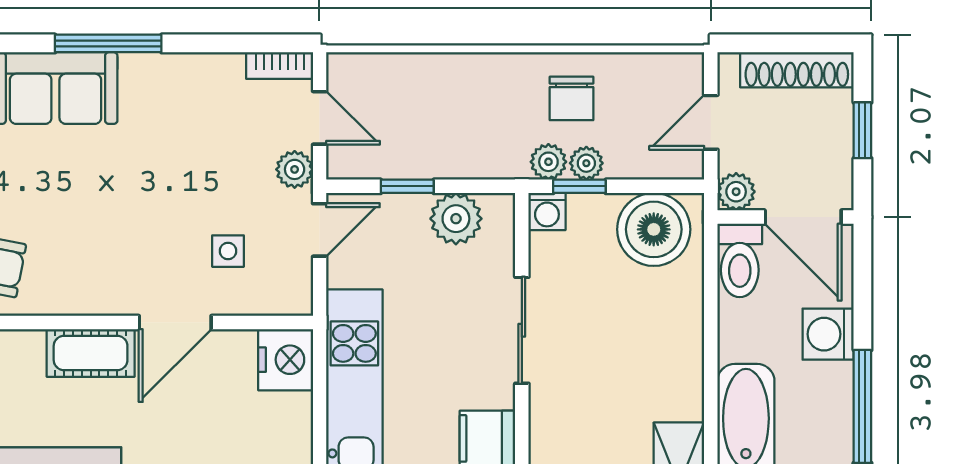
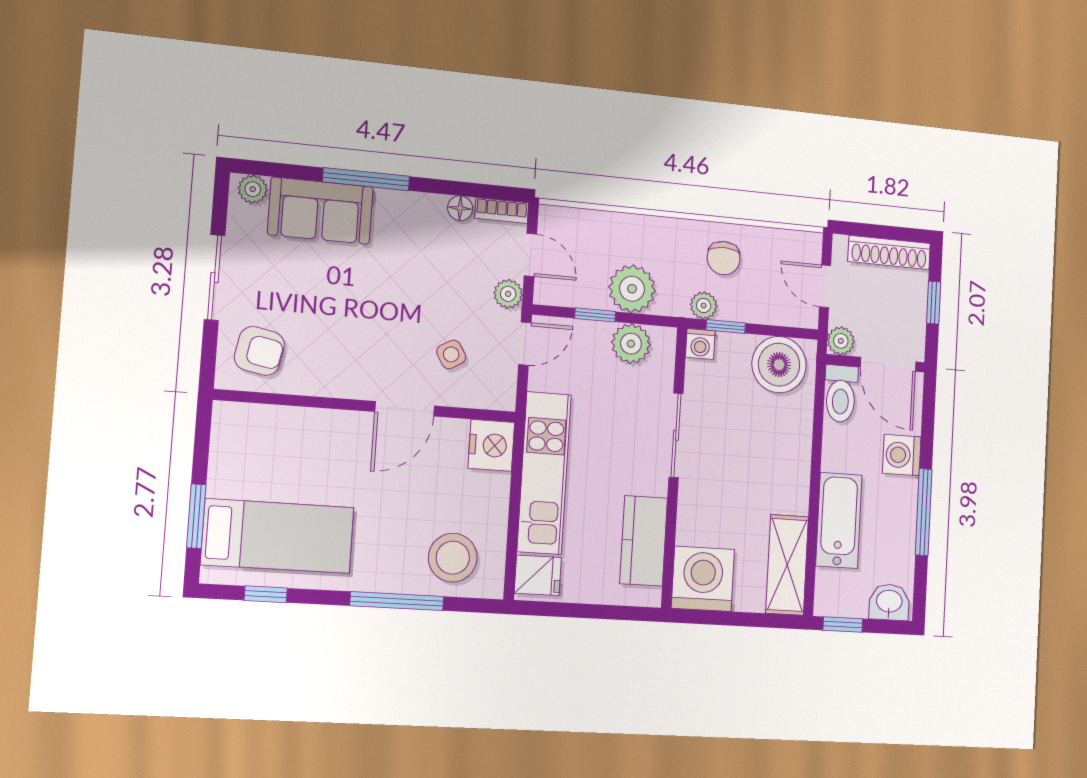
floor lamp: (227, 68) -> (460, 208), added
door: (711, 122) -> (825, 286), hinge flipped
plant: (586, 163) -> (632, 289), moved, width x1.88, depth x1.88
side table: (228, 251) -> (451, 354), turned -30
cot: (91, 353) -> (334, 428), removed

